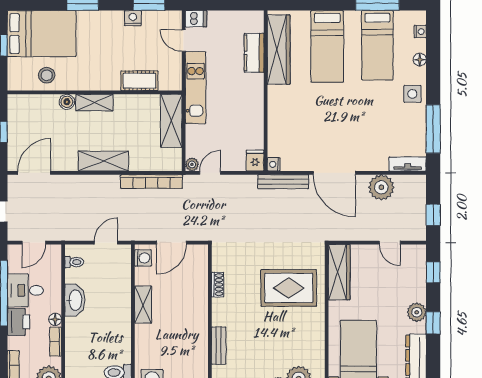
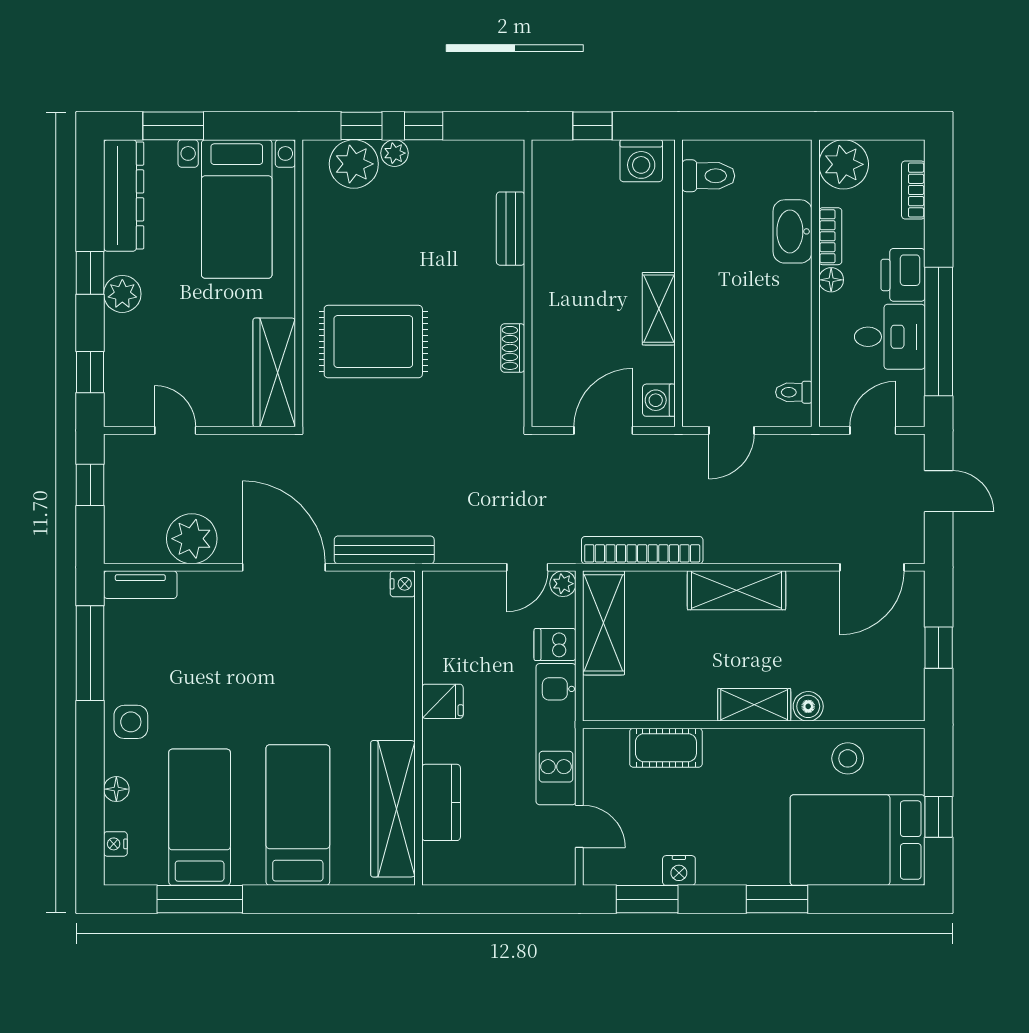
dishwasher: (196, 19) -> (555, 645), moved
shelving: (171, 121) -> (604, 623), moved
fridge: (255, 161) -> (442, 701), moved, turned -90
washbasin: (75, 300) -> (793, 231), moved

